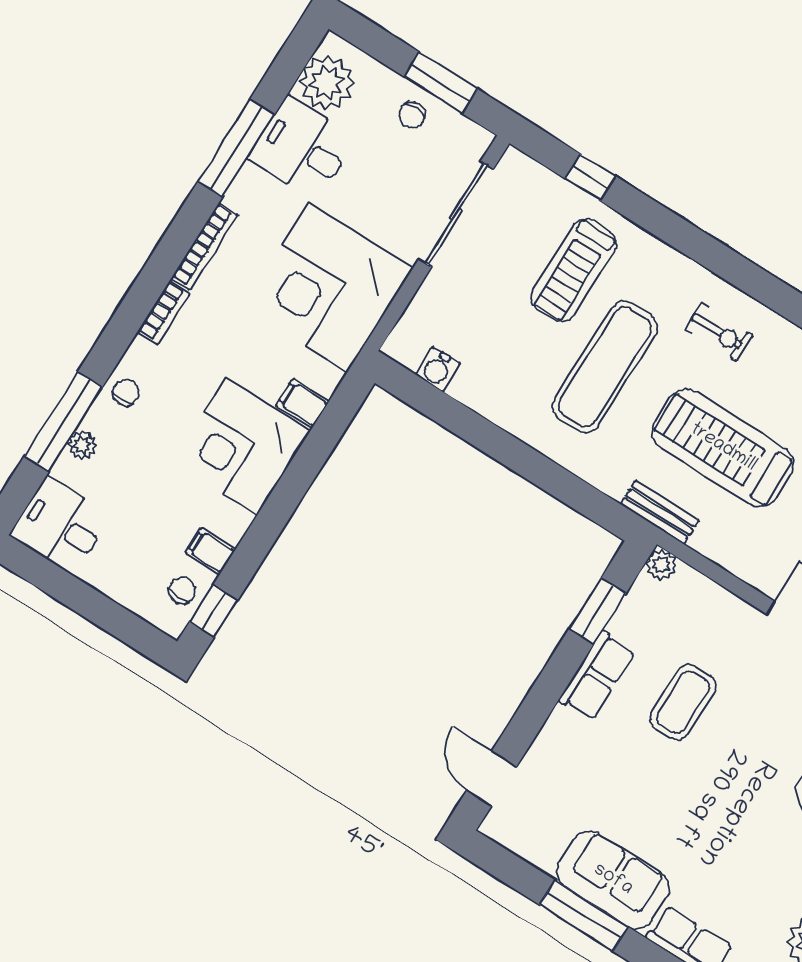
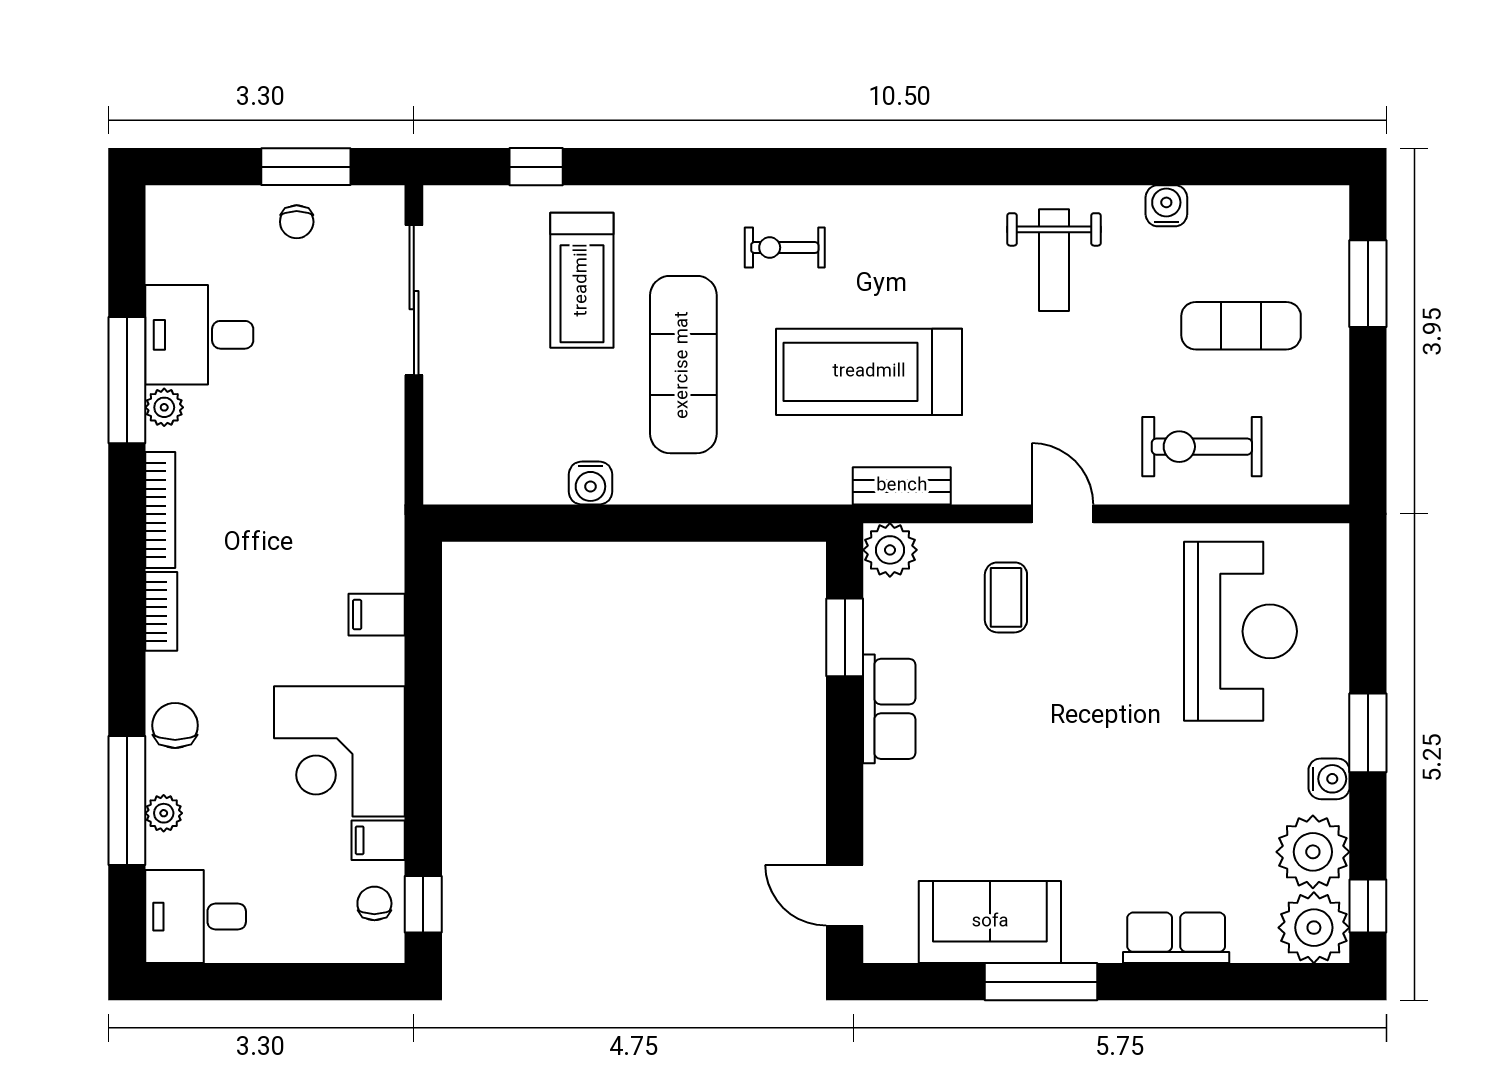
plant: (327, 83) -> (164, 407), moved, width x0.53, depth x0.53
corner desk: (328, 288) -> (324, 470), removed
exercise bike: (719, 332) -> (785, 248), turned 180
water cooler: (438, 369) -> (590, 483), moved
chair: (126, 393) -> (175, 725), width x1.37, depth x1.37
corner desk: (241, 447) -> (339, 751), moved
bench: (660, 512) -> (902, 486), moved
plant: (661, 565) -> (890, 550), width x1.38, depth x1.38
coffee table: (683, 702) -> (1006, 597), moved, width x0.73, depth x0.77
sofa: (613, 880) -> (990, 922), moved

